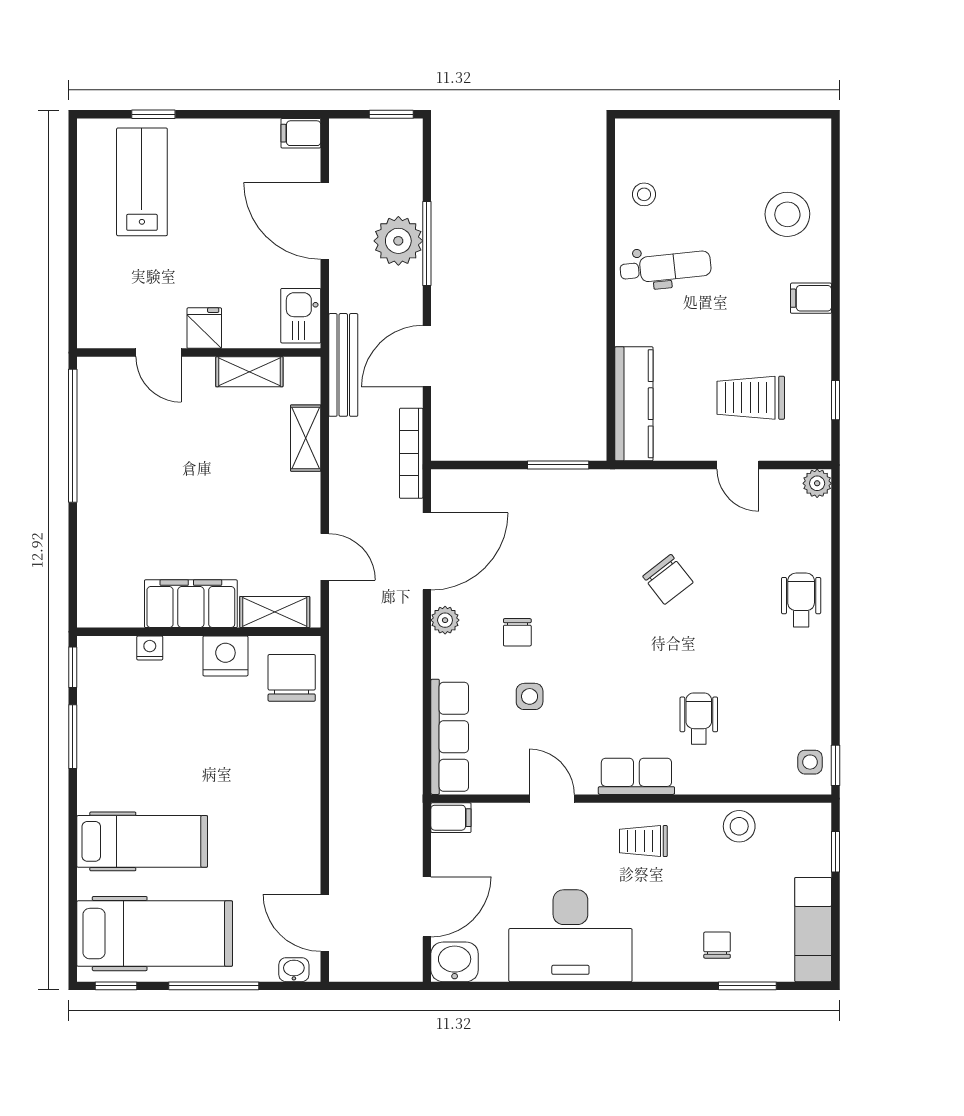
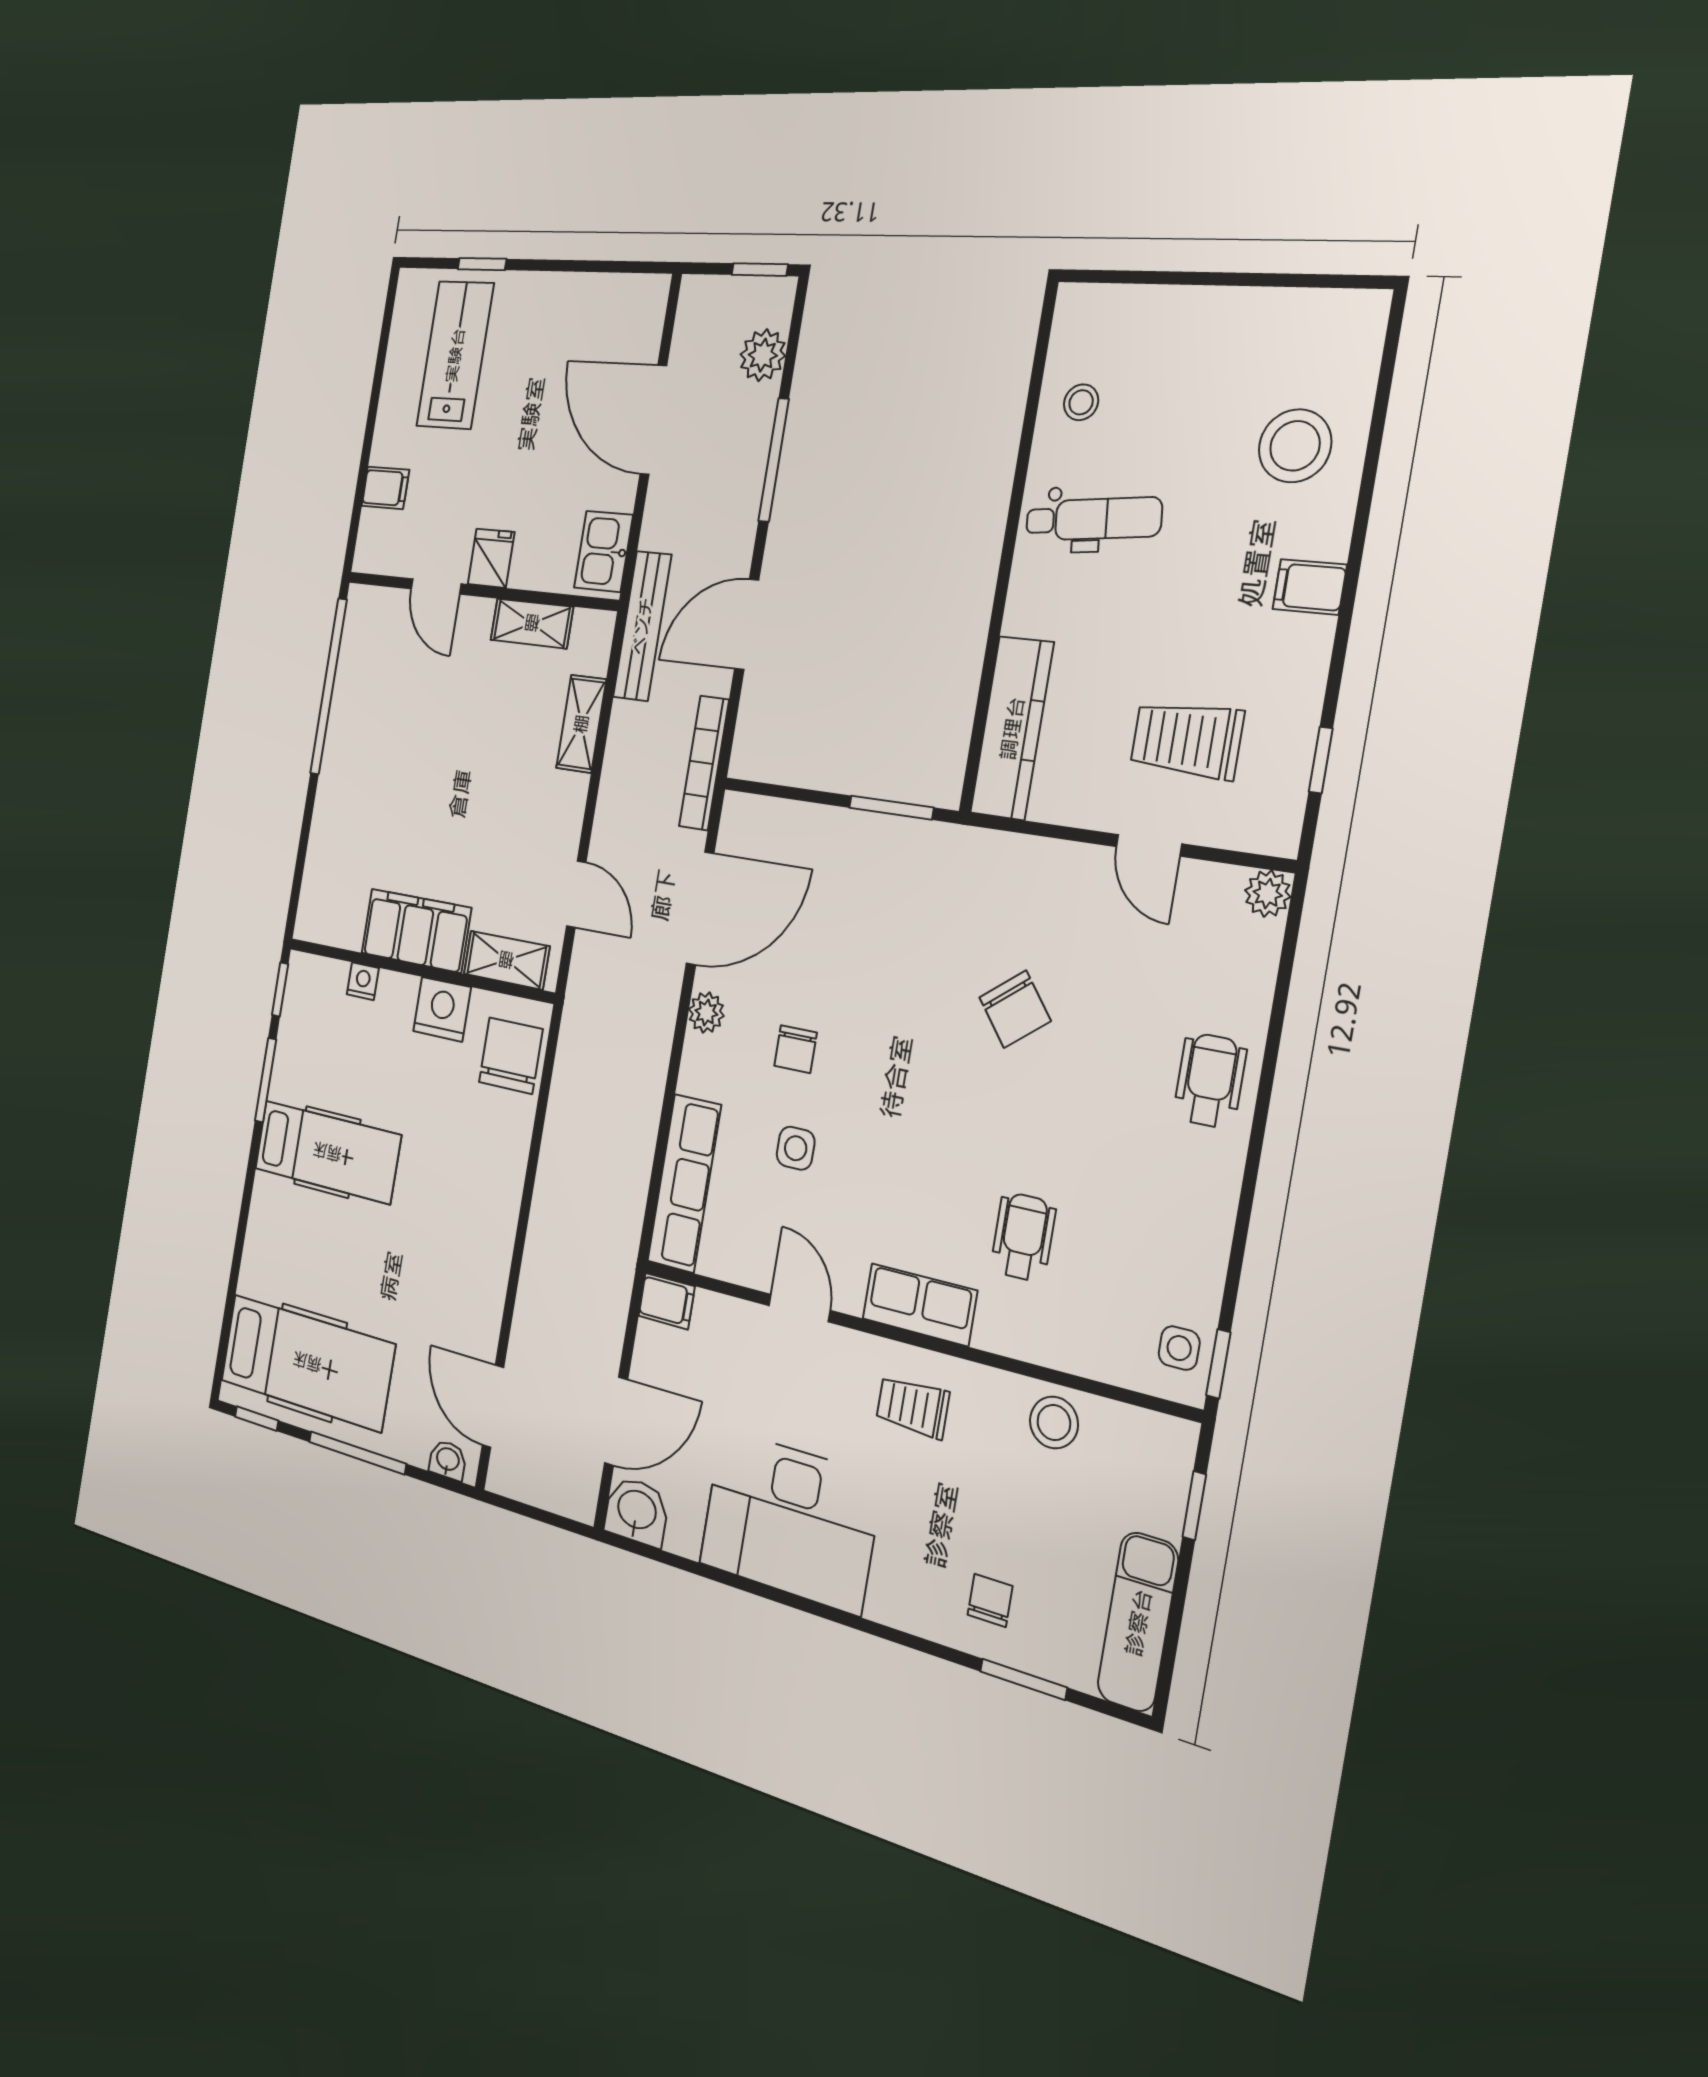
filing cabinet: (301, 133) -> (385, 488), moved, turned 180
plant: (398, 241) -> (763, 355), moved, width x0.73, depth x0.73
hospital bed: (142, 841) -> (327, 1152), moved

